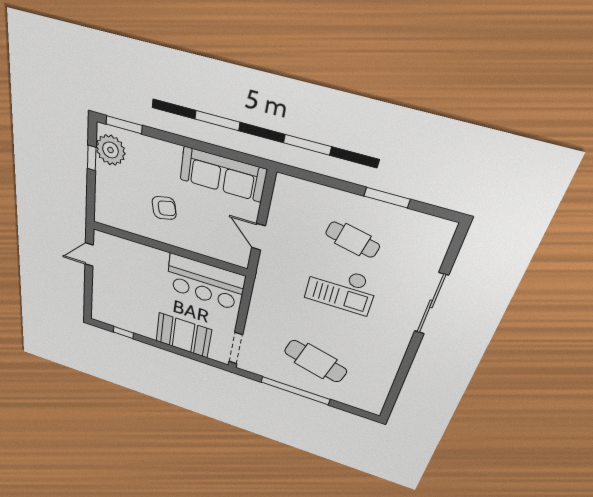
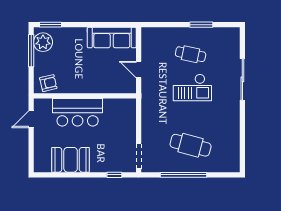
window: (92, 158) -> (31, 51), width x2.17
armchair: (164, 208) -> (48, 83), moved
bar counter: (205, 282) -> (78, 112), moved
window: (123, 333) -> (114, 175), moved
booth: (183, 335) -> (71, 160), moved

